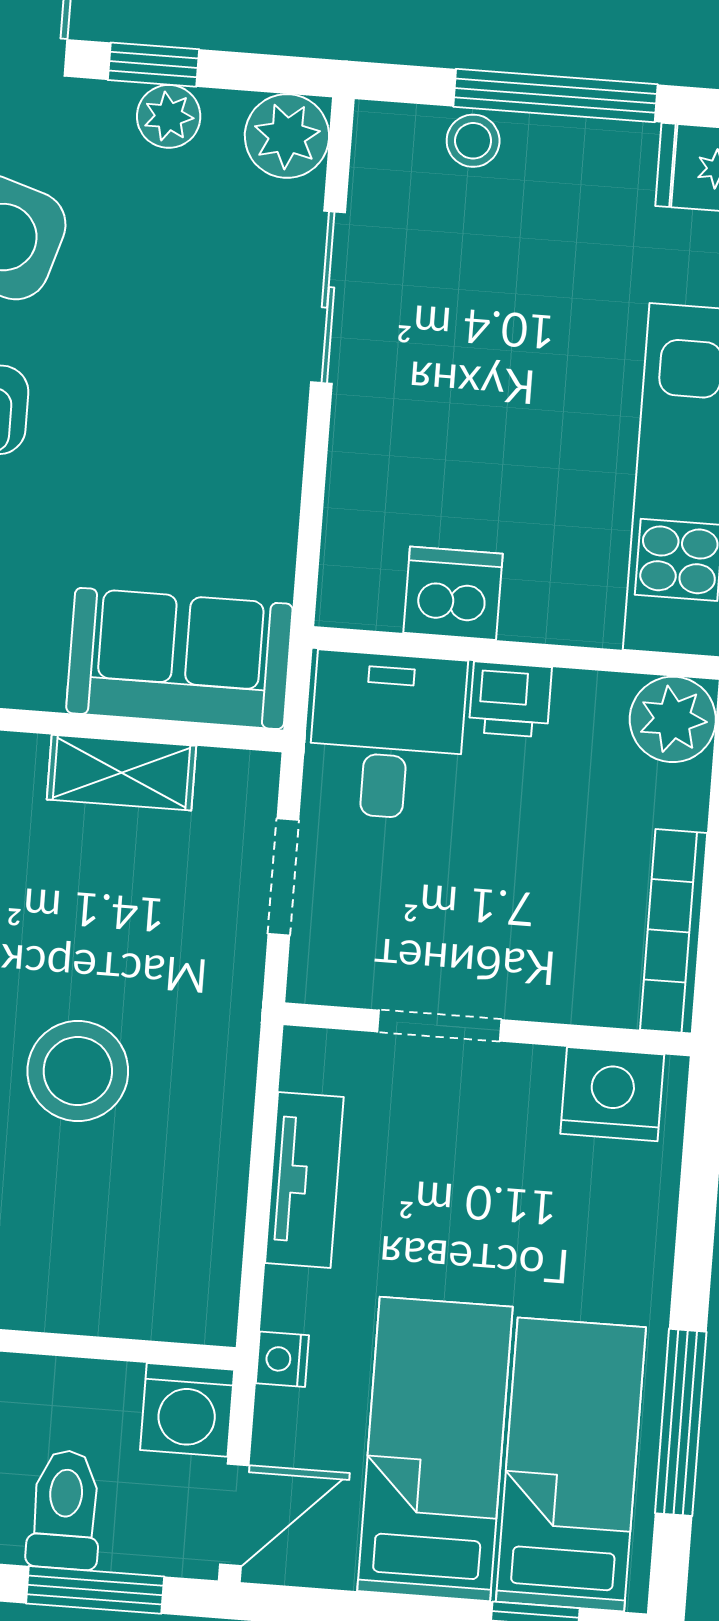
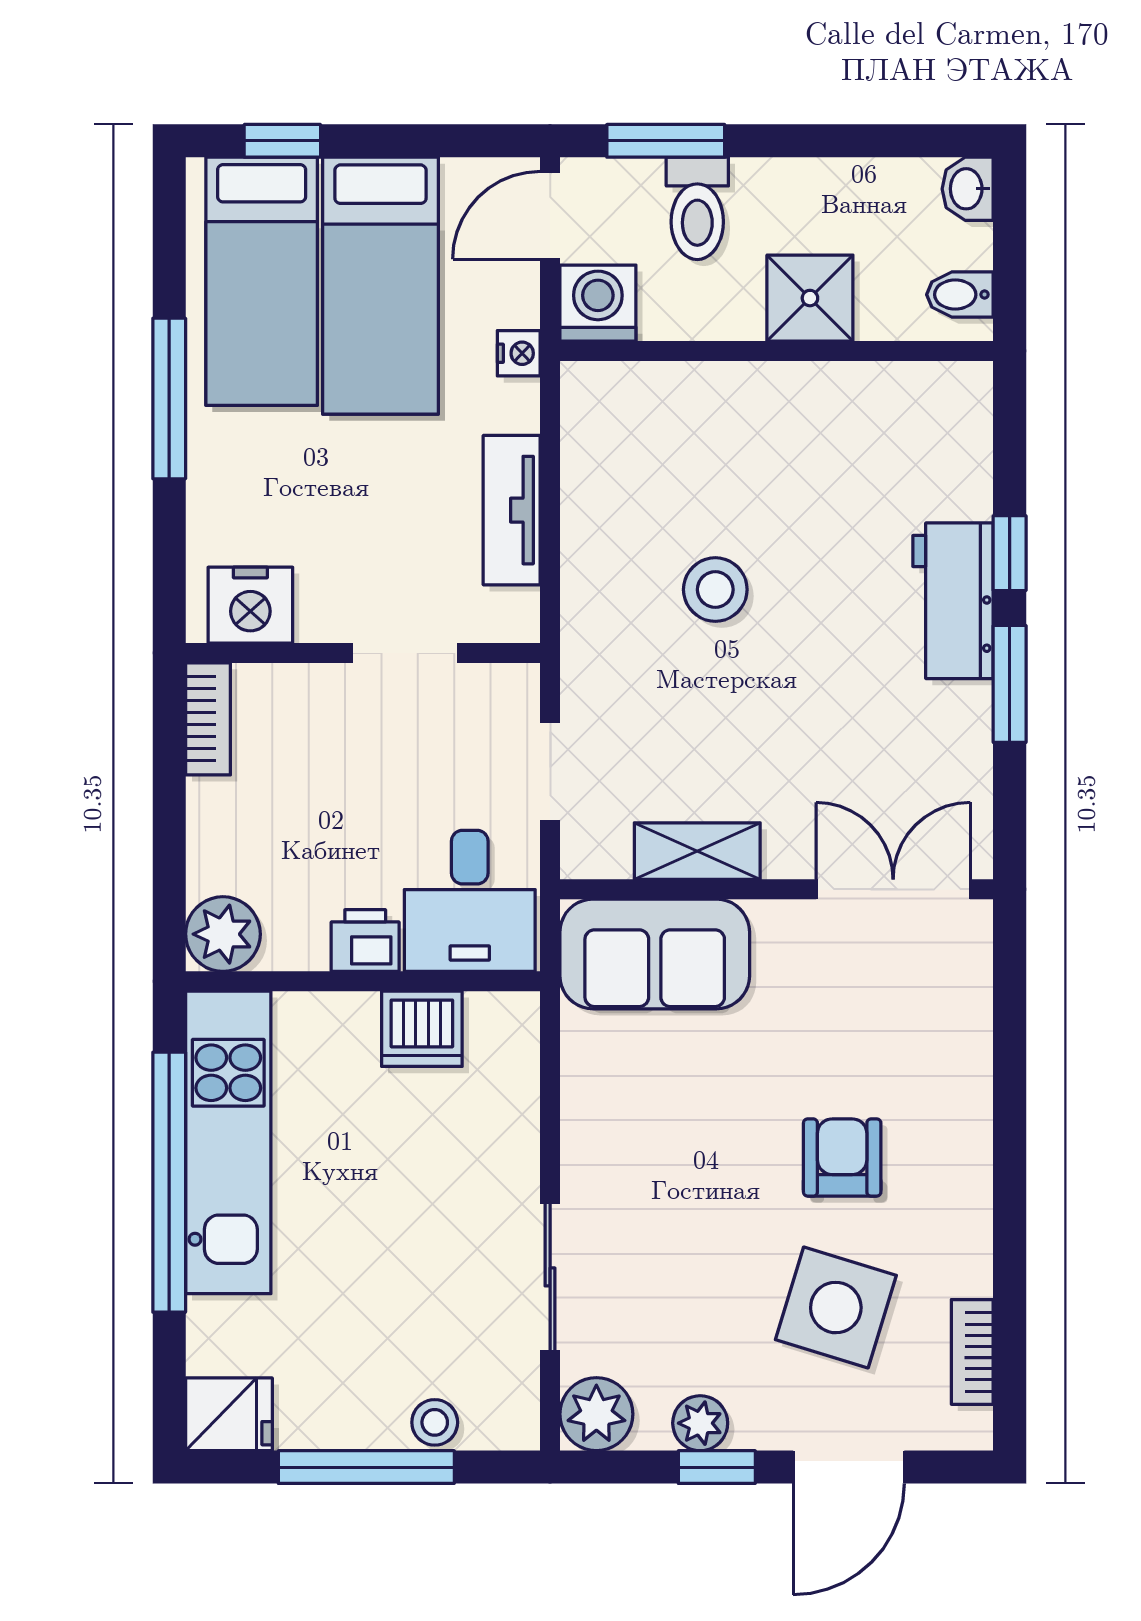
bookcase: (674, 931) -> (208, 719), width x0.64
stool: (78, 1071) -> (715, 590), width x0.73, depth x0.73
window: (681, 1422) -> (169, 399), moved

